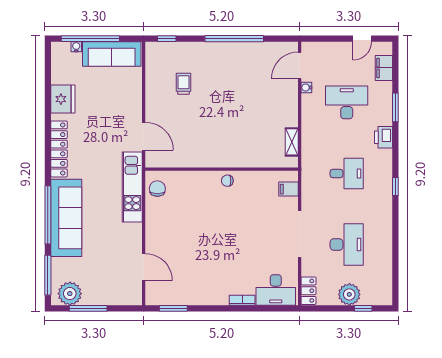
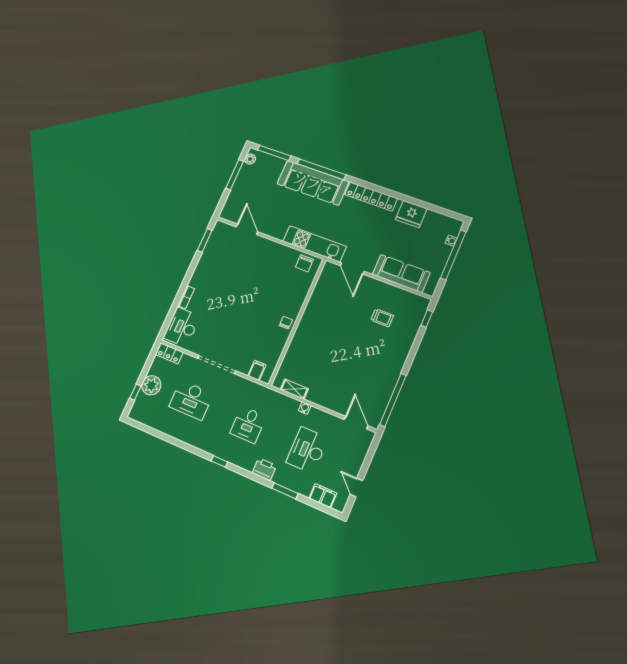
window: (234, 39) -> (393, 400), moved
sofa: (112, 54) -> (401, 273), moved, turned 90
water cooler: (306, 87) -> (305, 408), moved
desk: (347, 102) -> (307, 450), turned 180
door: (144, 136) -> (352, 268), hinge flipped
chair: (157, 189) -> (304, 263), turned 90
door: (144, 267) -> (247, 229), swing flipped
plant: (70, 294) -> (250, 159), width x0.53, depth x0.53

